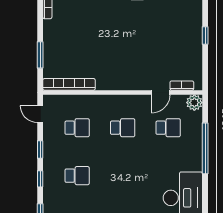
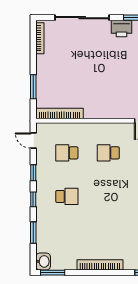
school desk: (77, 128) -> (67, 153), turned 180
school desk: (123, 128) -> (108, 153), turned 180

